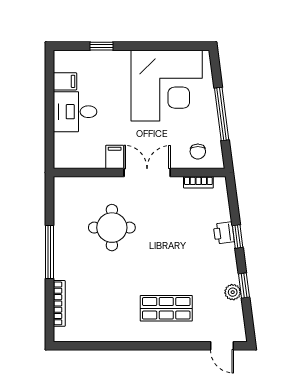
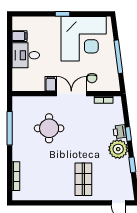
window: (102, 46) -> (62, 14), moved
chair: (198, 152) -> (92, 78), moved
window: (49, 252) -> (10, 128), moved
plant: (233, 292) -> (118, 149), moved, width x1.88, depth x1.88
shop shelf: (166, 308) -> (83, 179), turned 90

